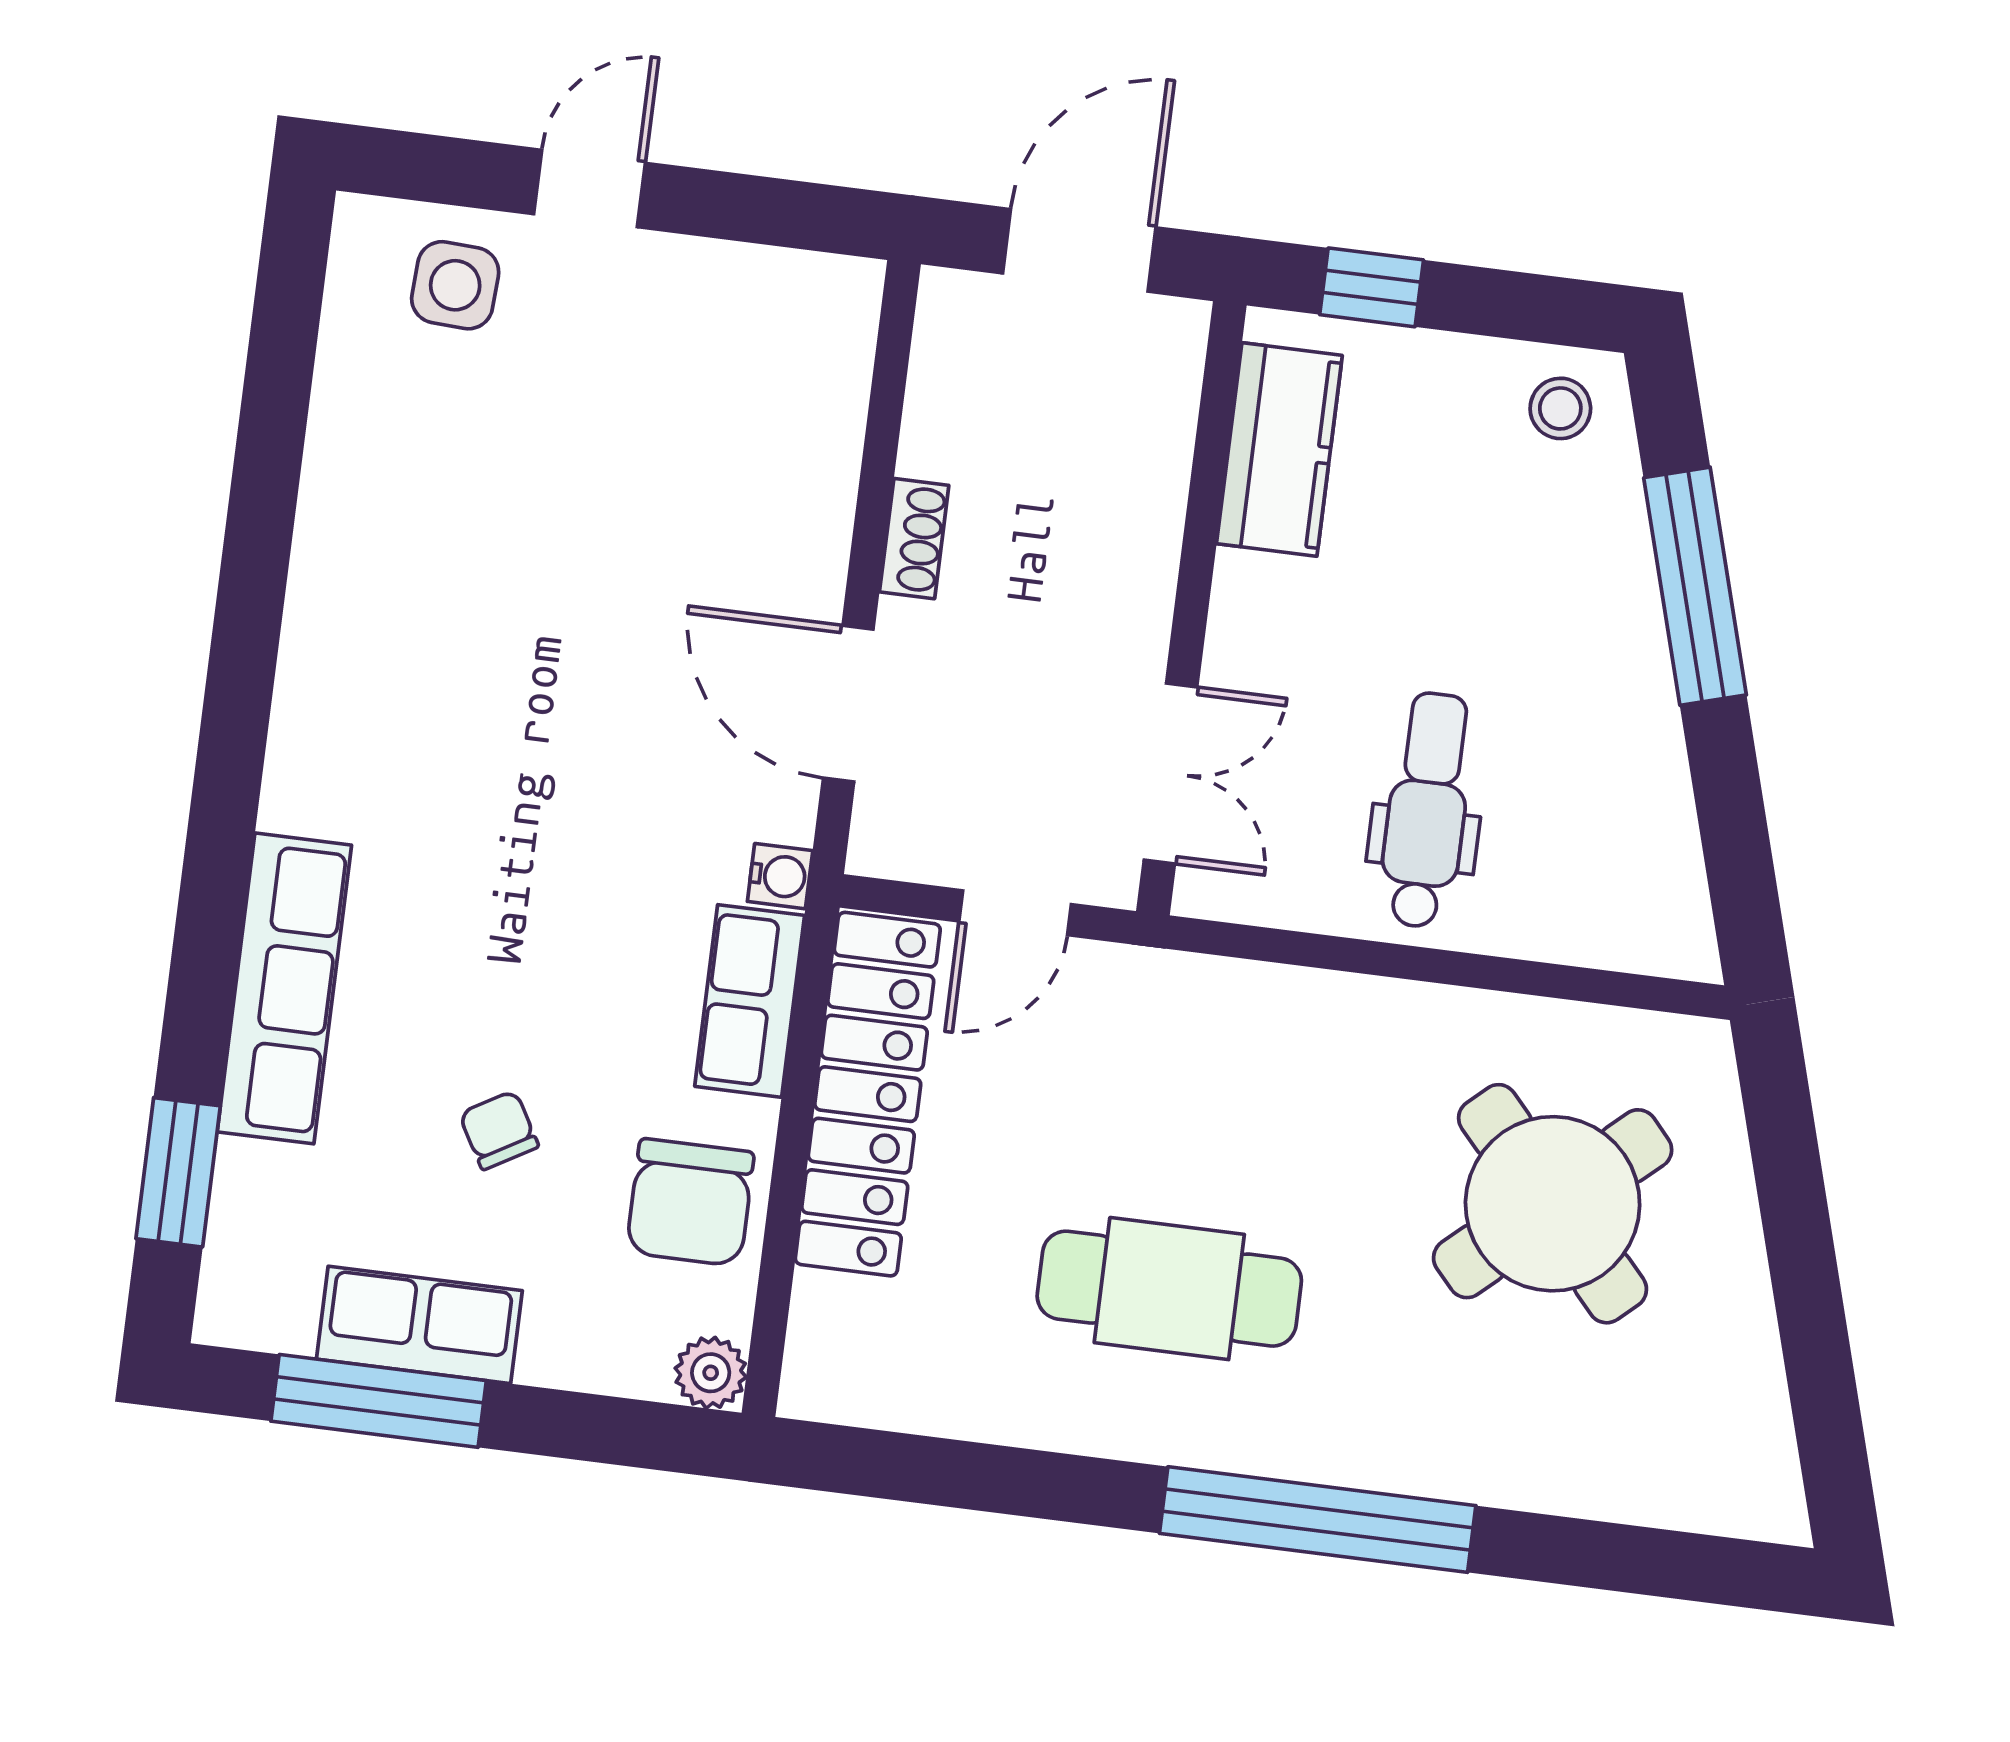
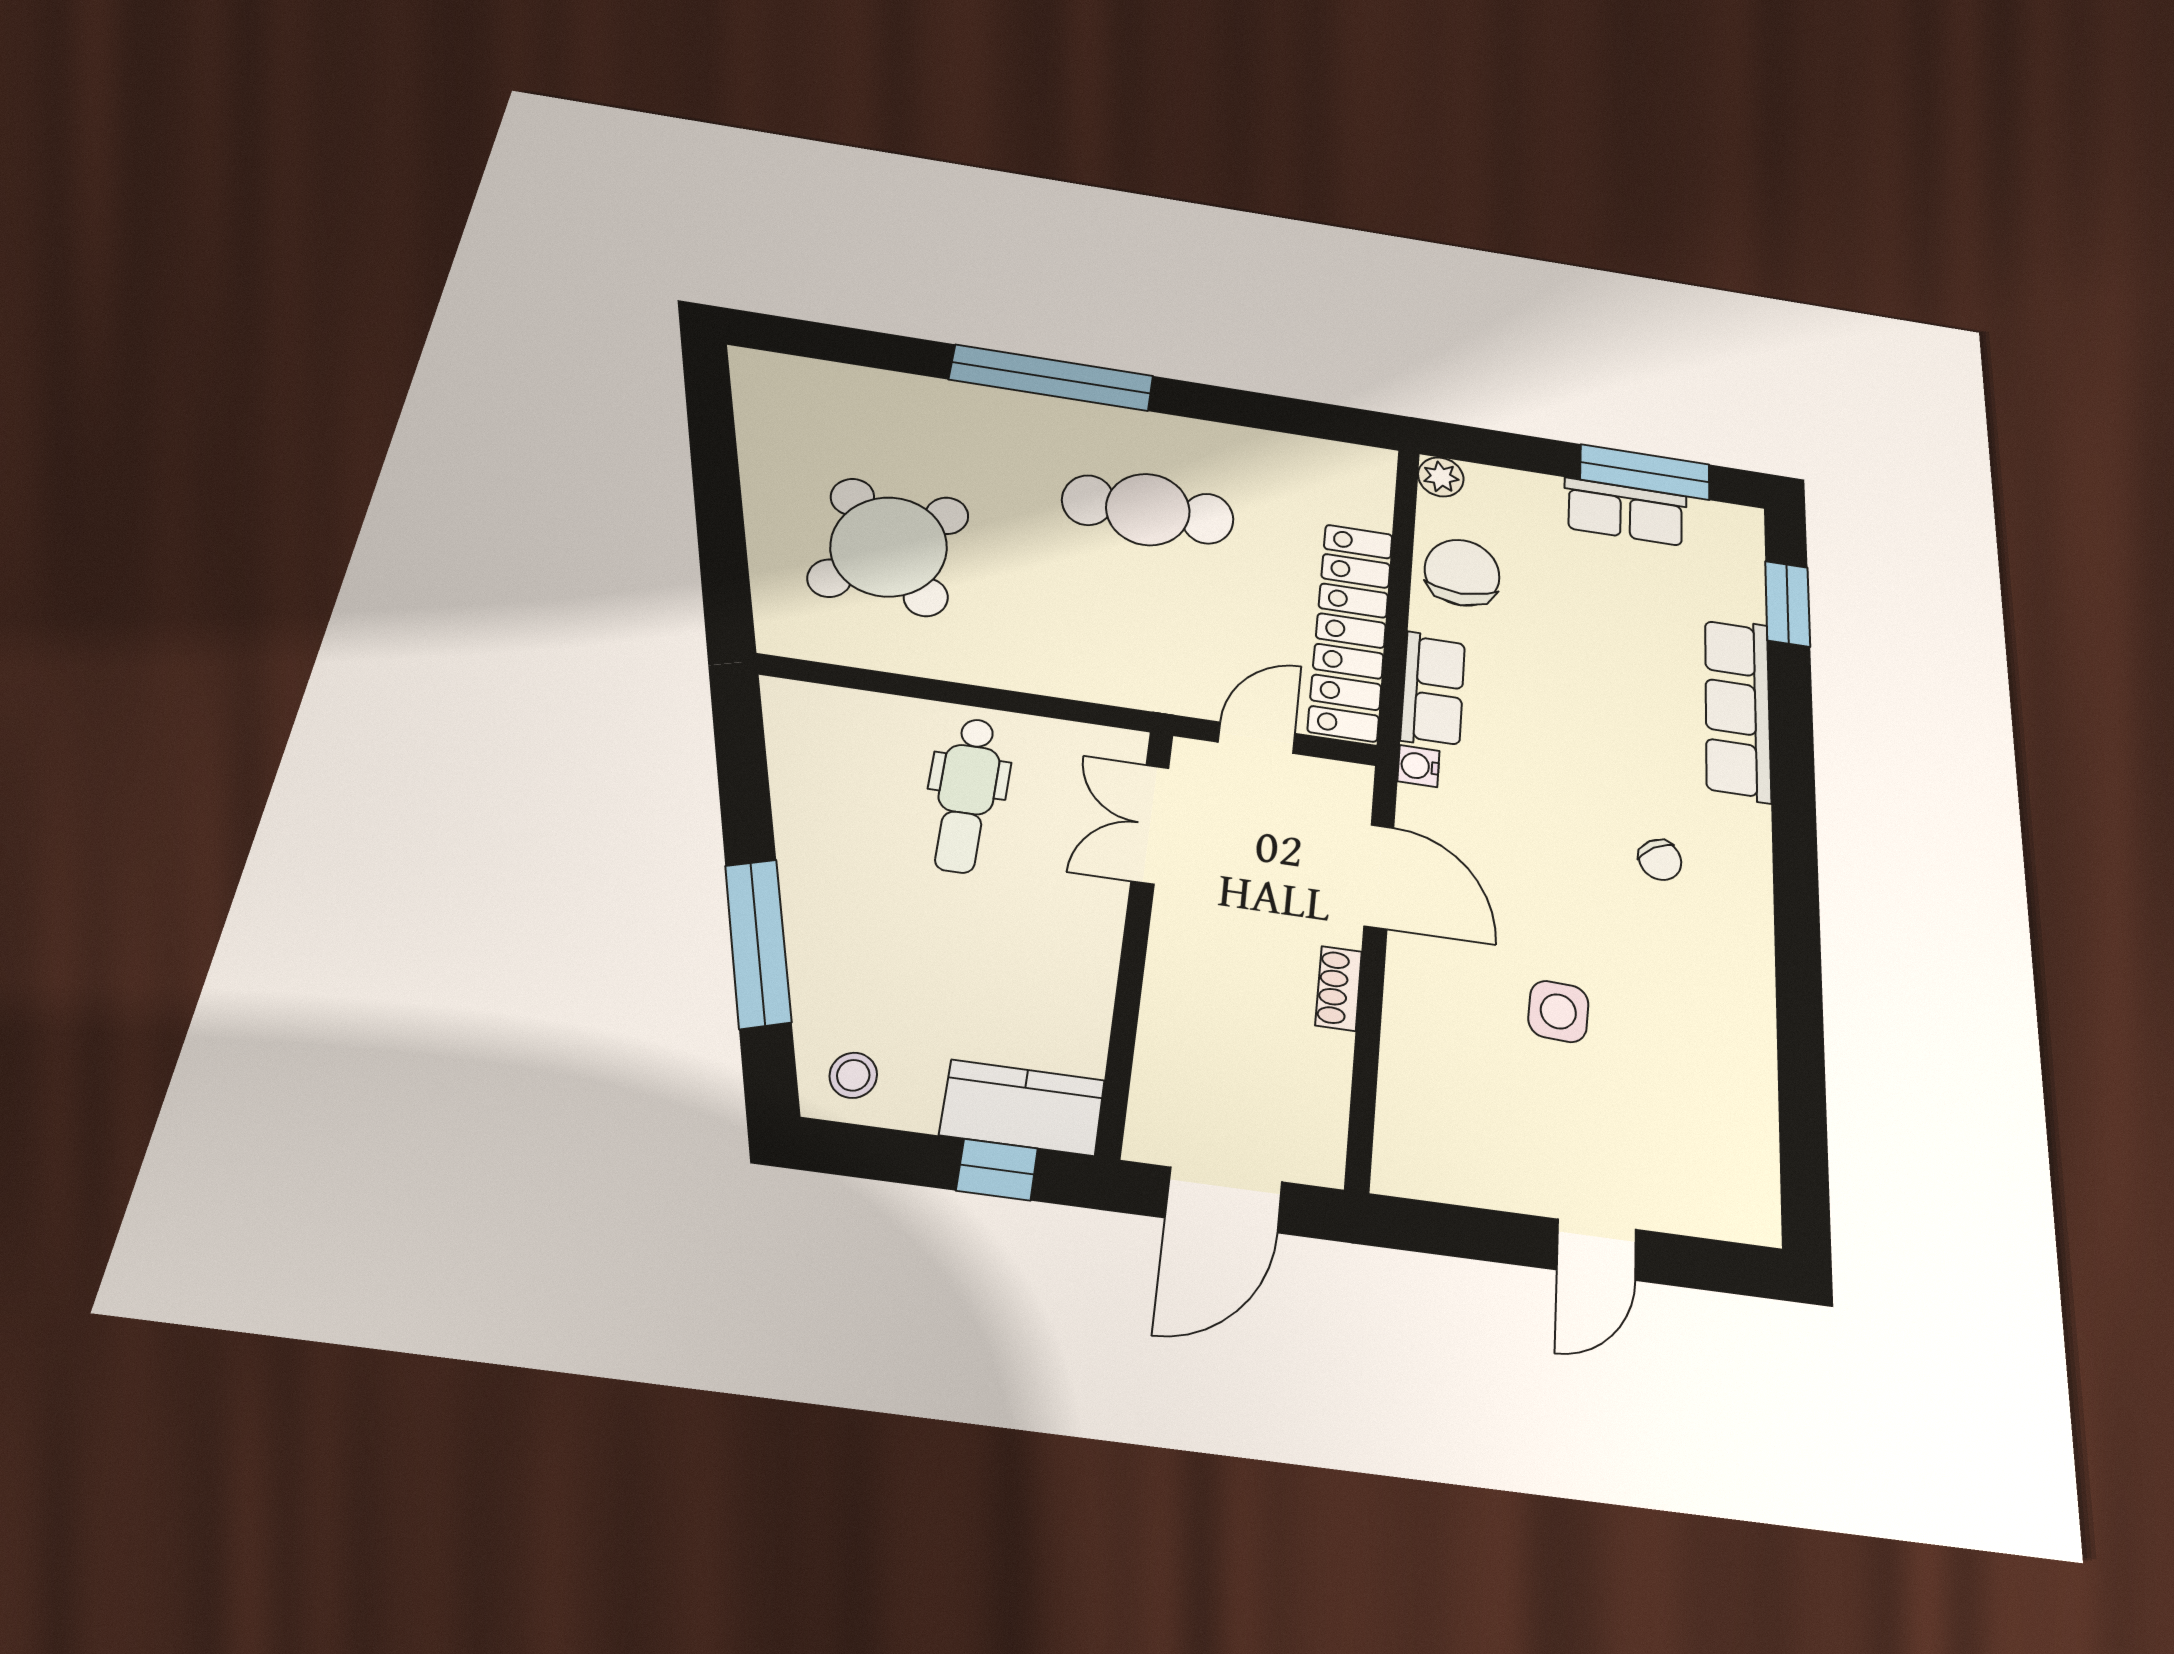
side table: (455, 285) -> (1558, 1011), moved
kitchen counter: (1279, 450) -> (1022, 1108), moved, turned 90
chair: (499, 1130) -> (1660, 860), moved

